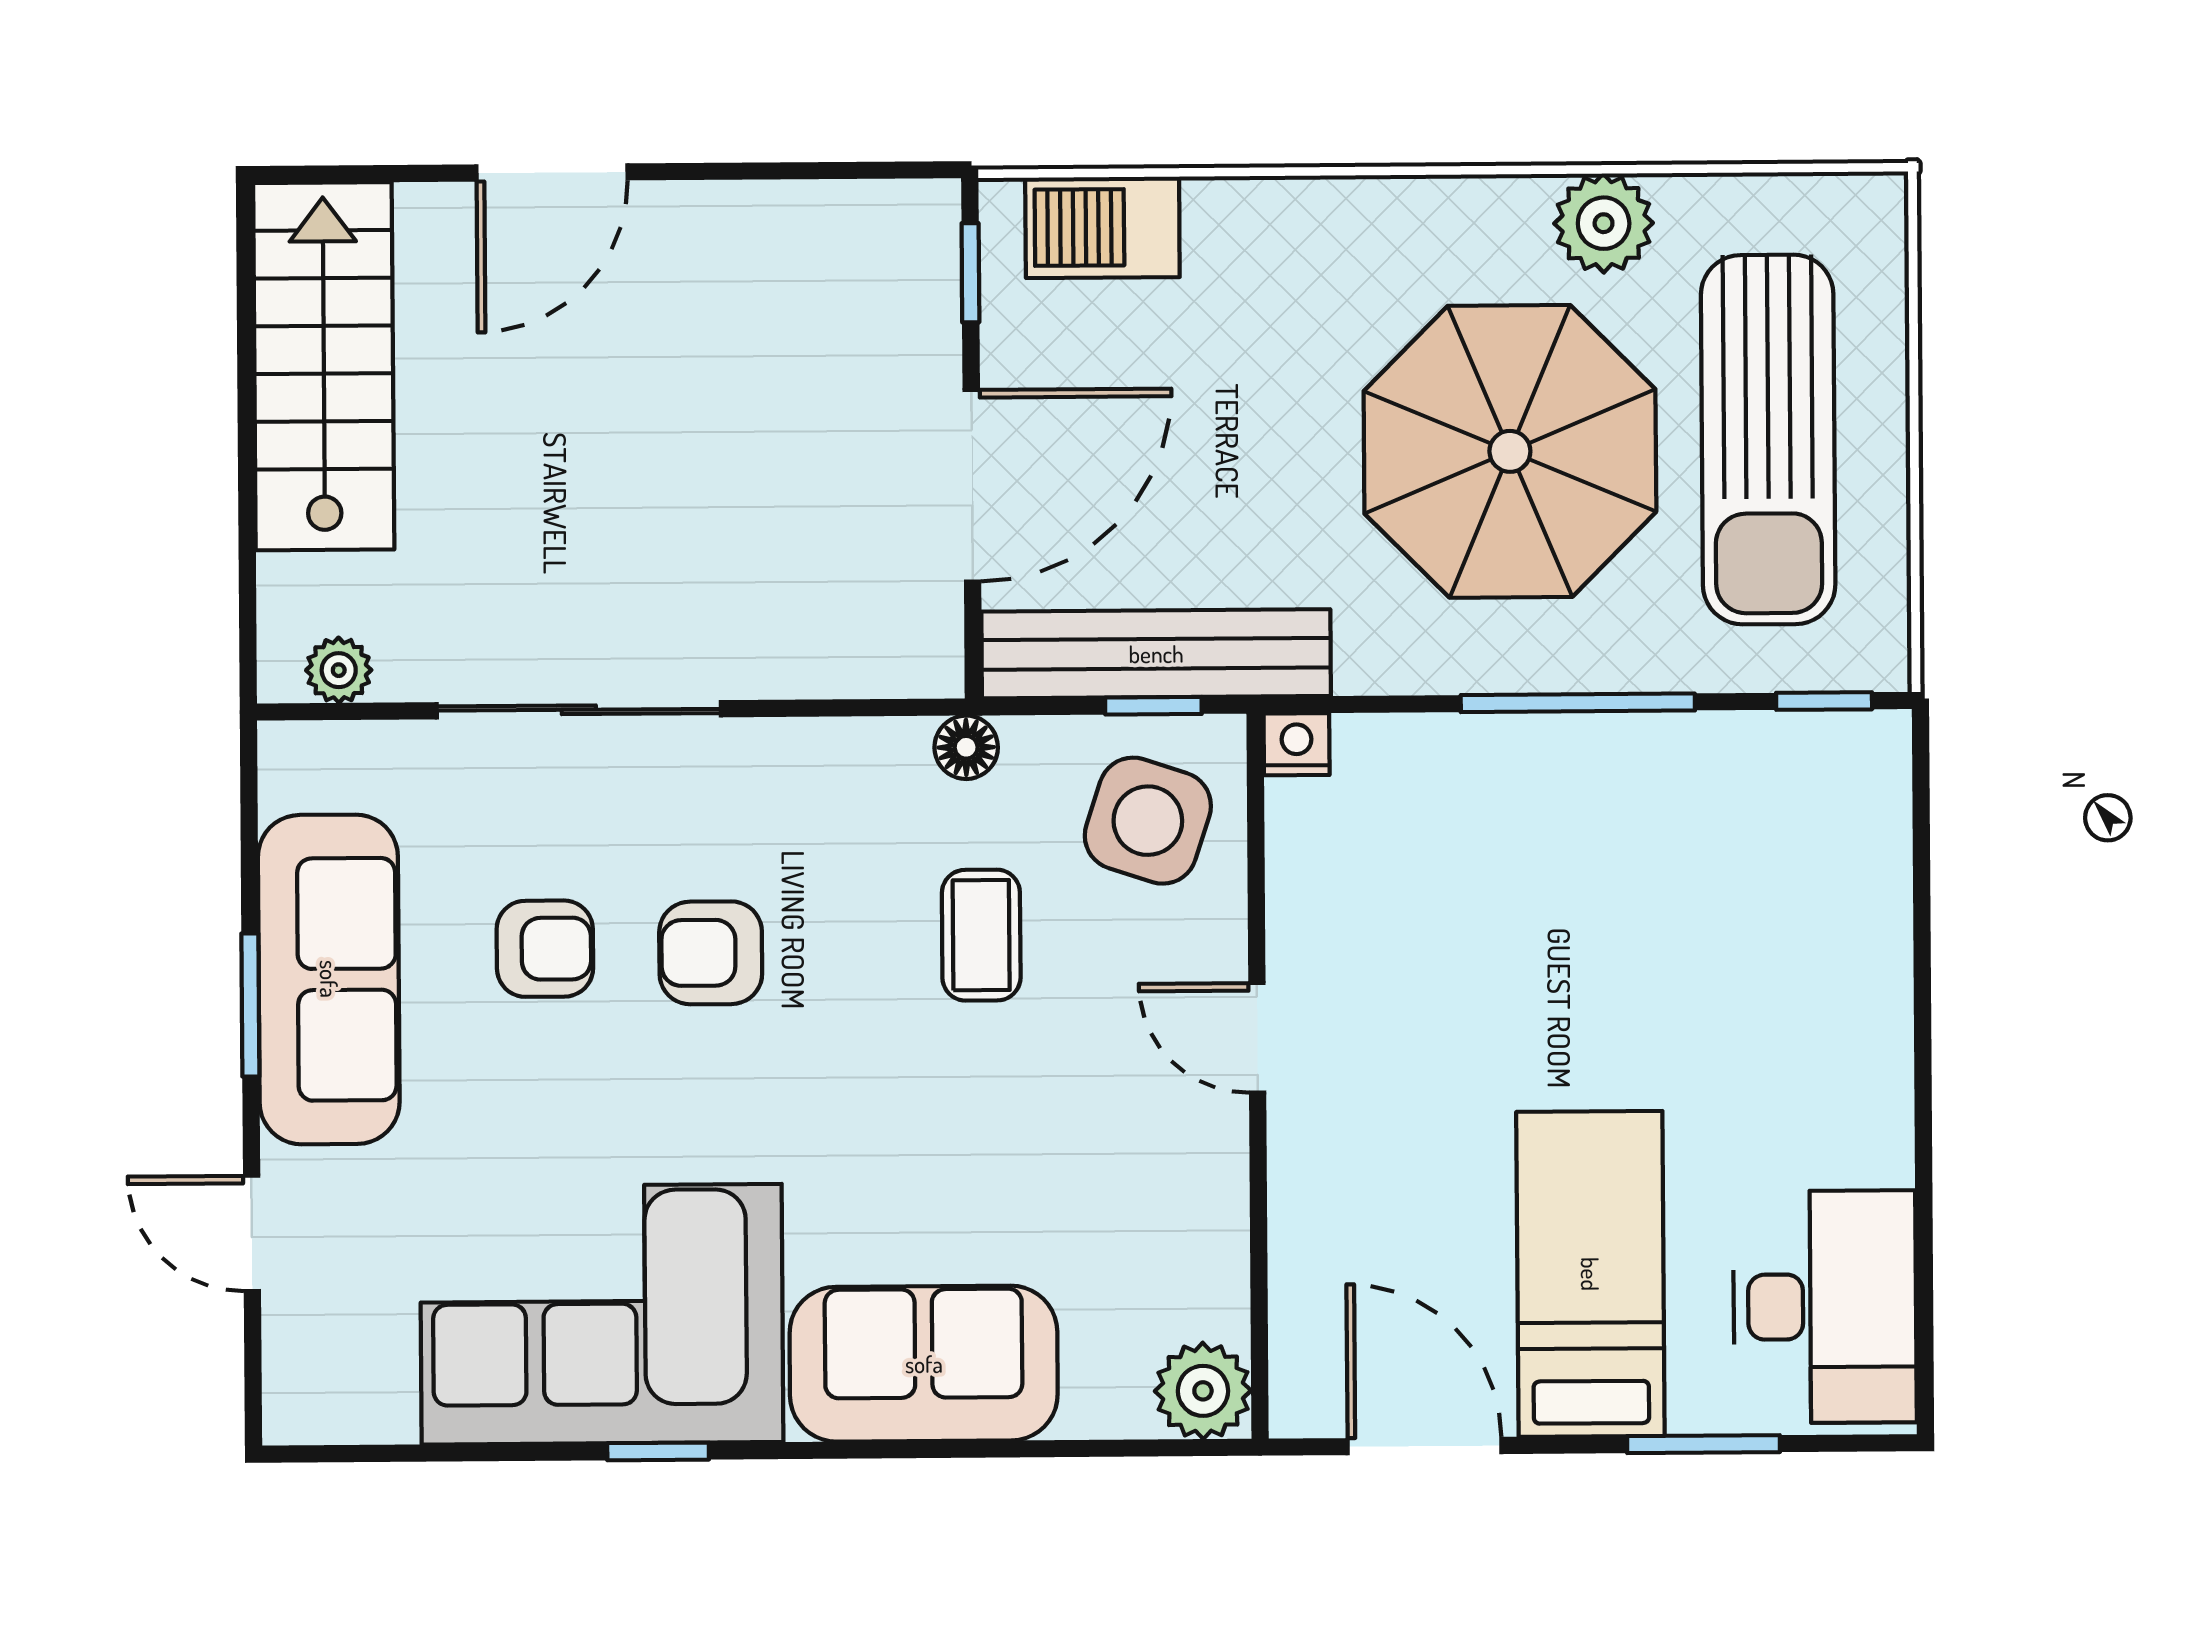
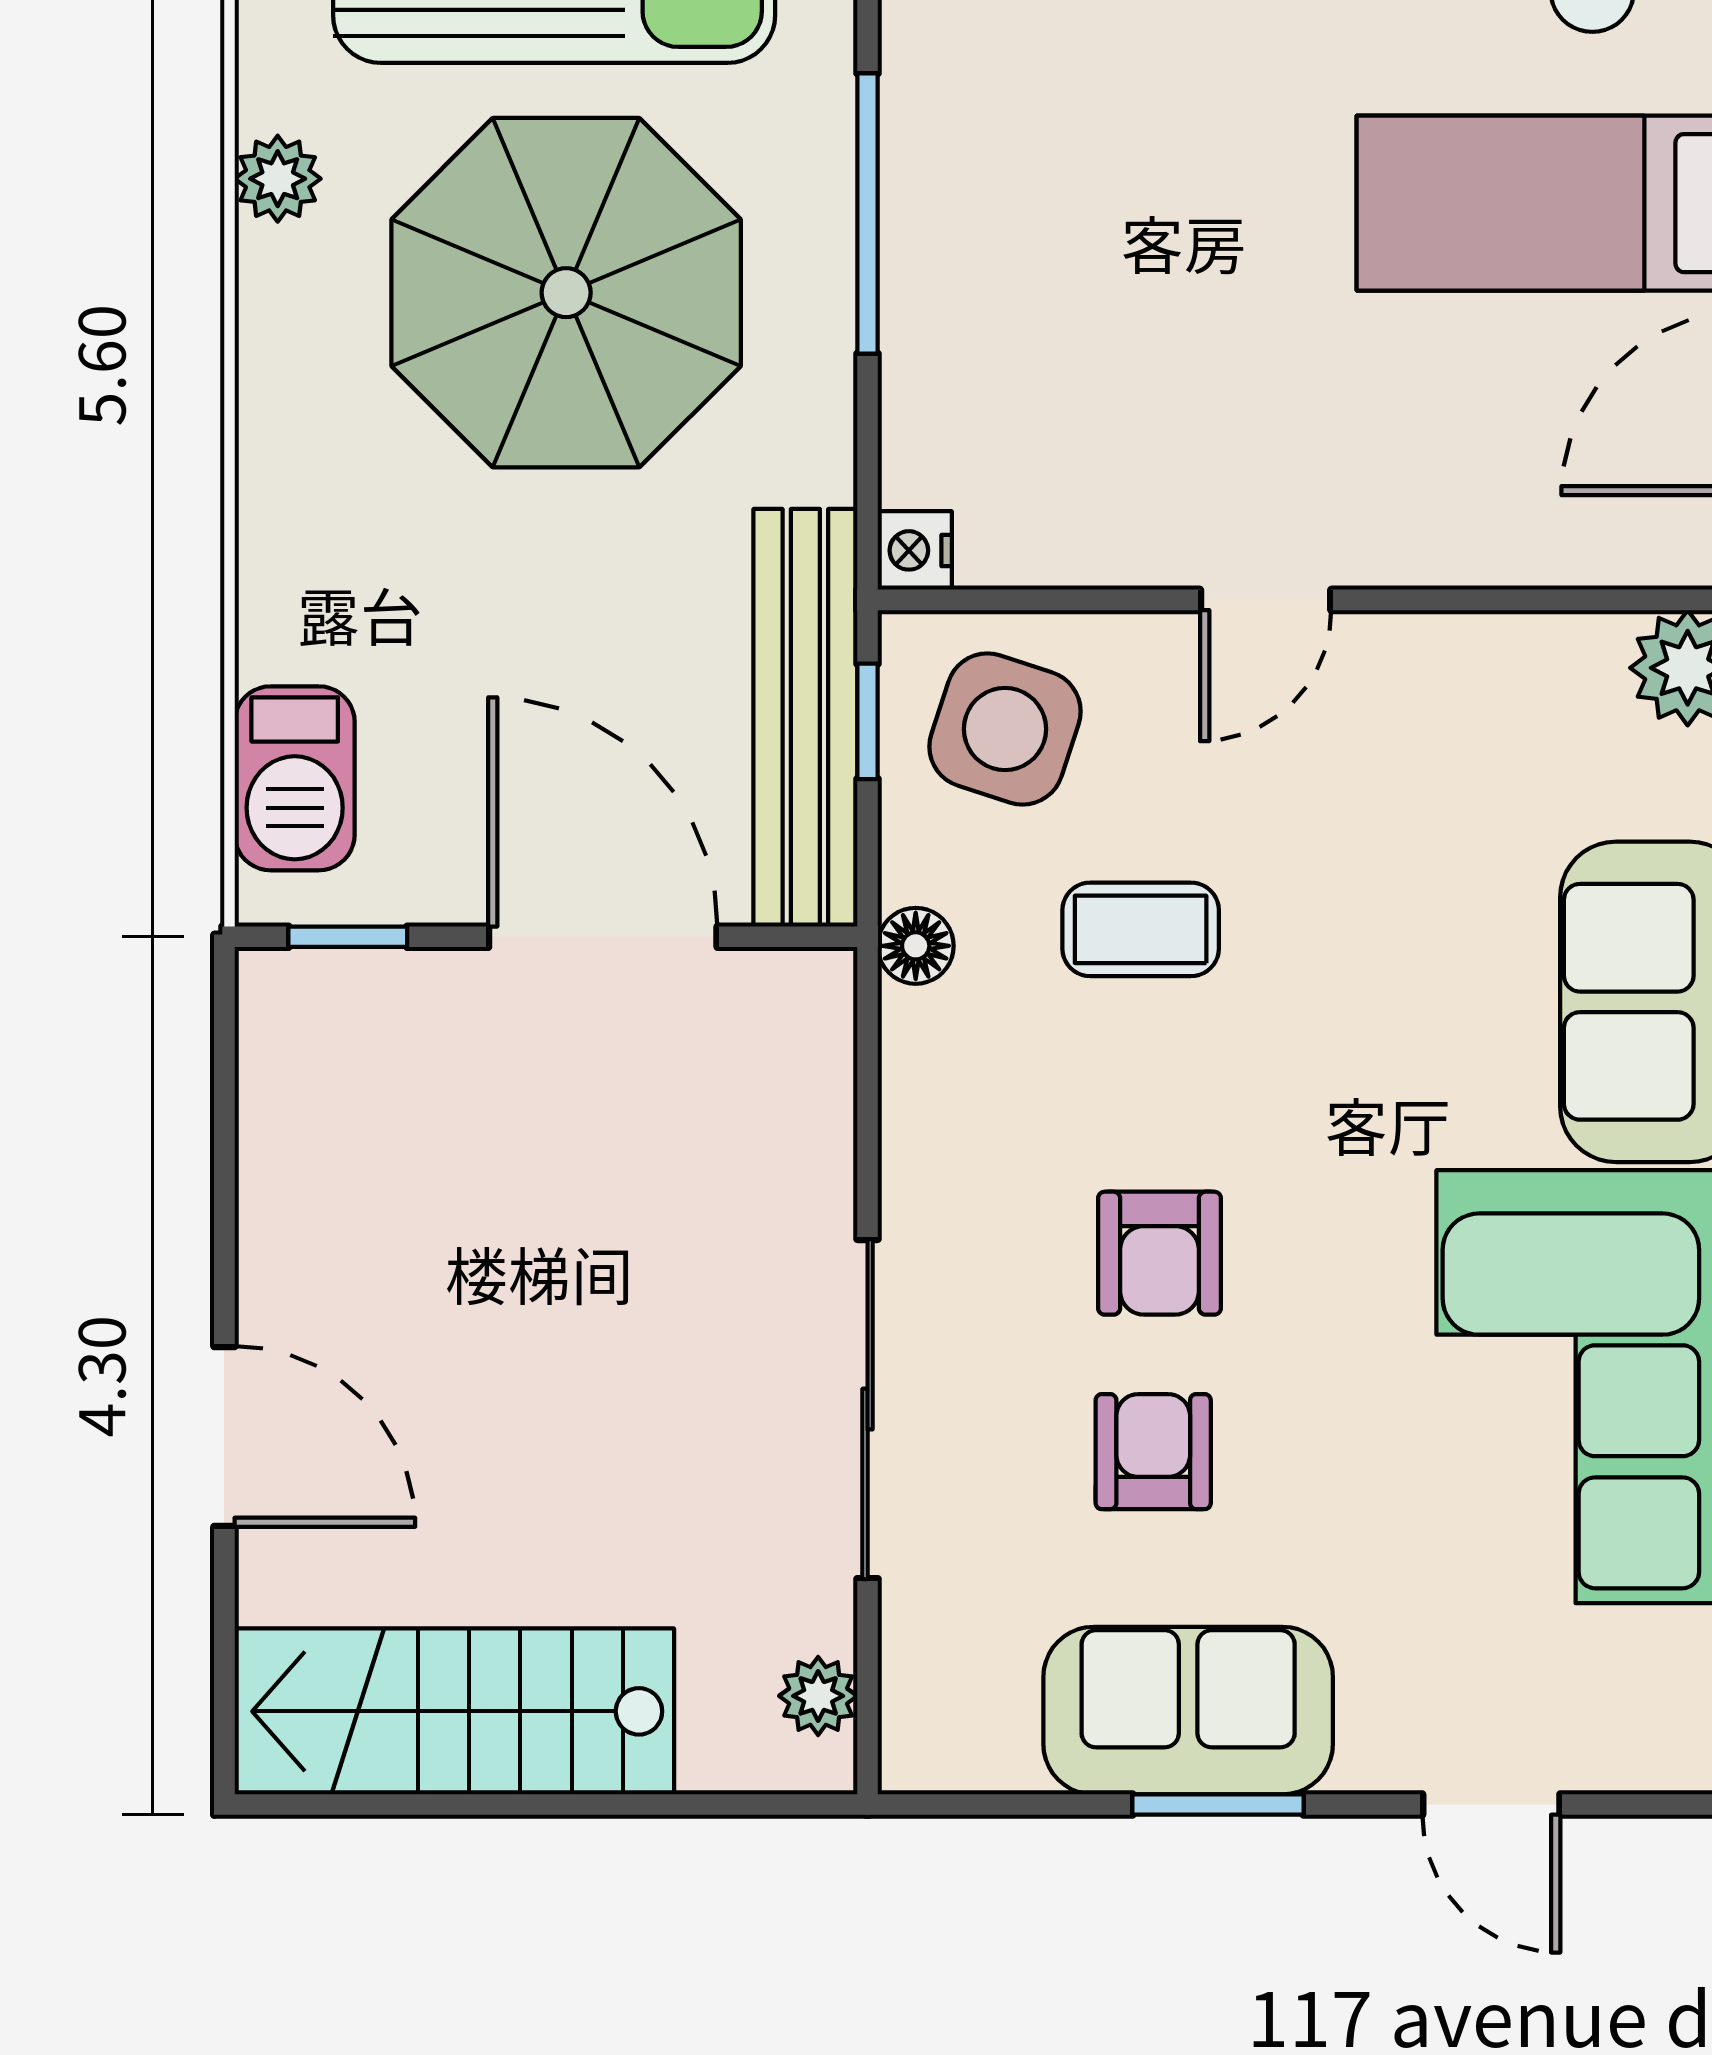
plant: (1604, 223) -> (278, 179), width x0.73, depth x0.73
sofa: (329, 979) -> (1188, 1711), width x0.73
door: (252, 1233) -> (1491, 1804), hinge flipped

